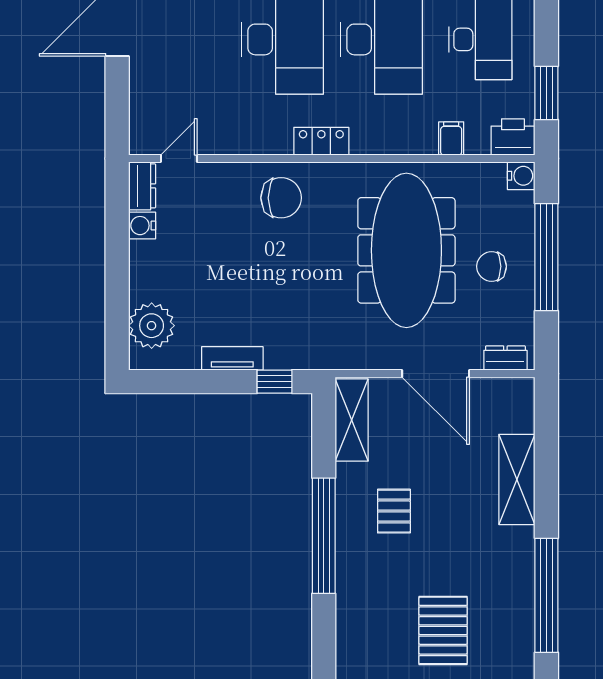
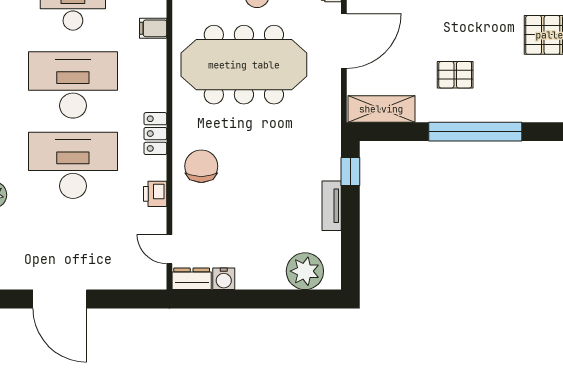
printer: (247, 141) -> (155, 194), added

